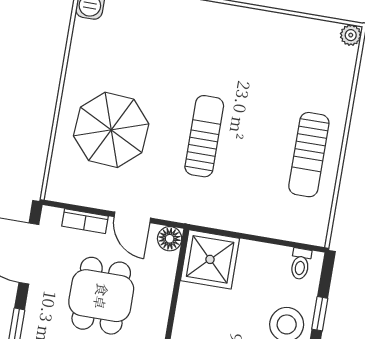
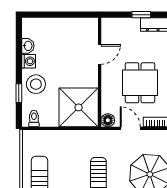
shower: (210, 259) -> (79, 107), width x1.37, depth x1.37

